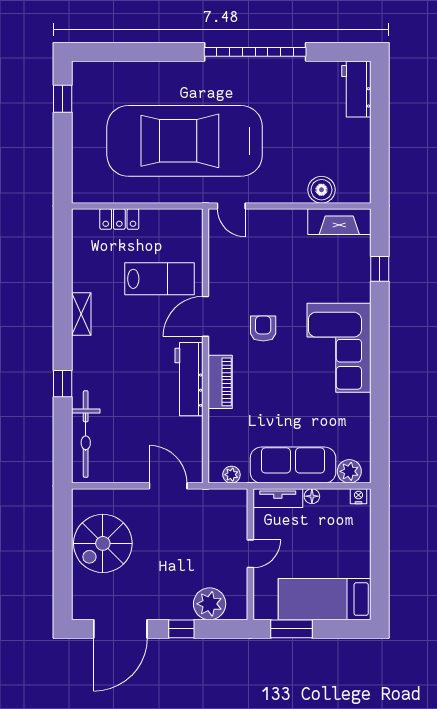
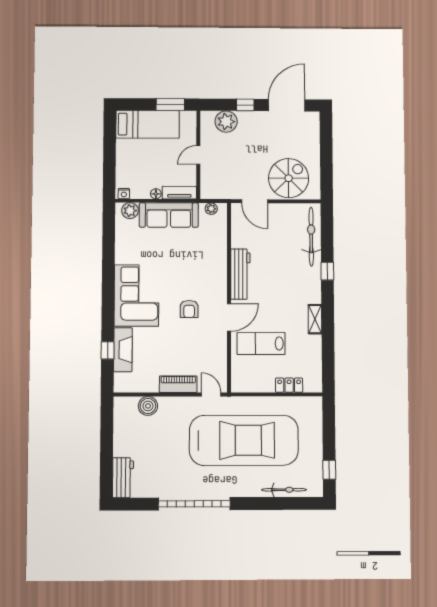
bicycle: (128, 71) -> (284, 490), added
fireplace: (339, 222) -> (123, 350), moved, turned 90
piano: (220, 382) -> (178, 384), moved, turned 90
spiral stairs: (103, 543) -> (289, 178), moved

